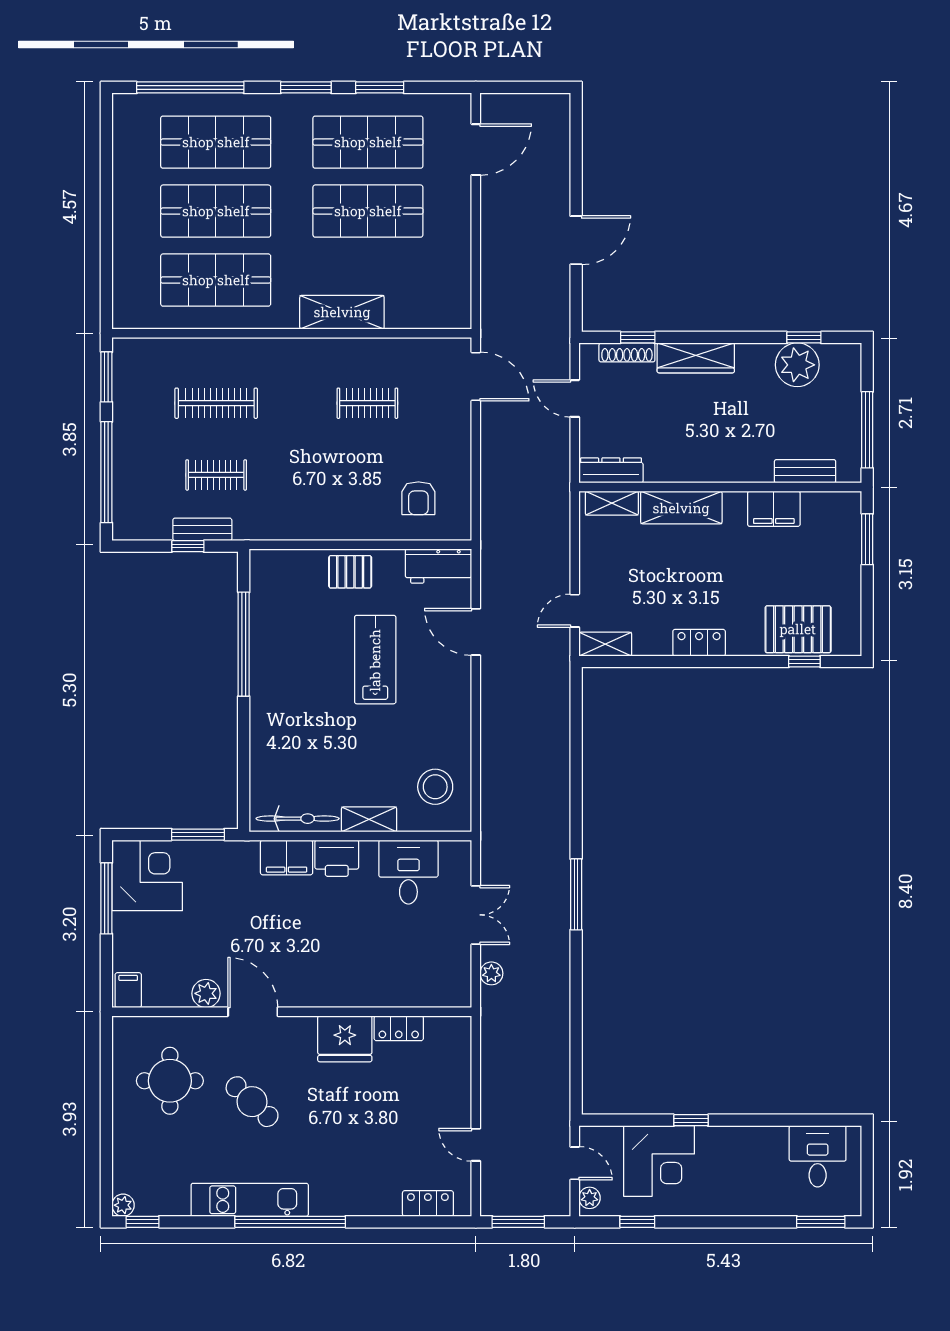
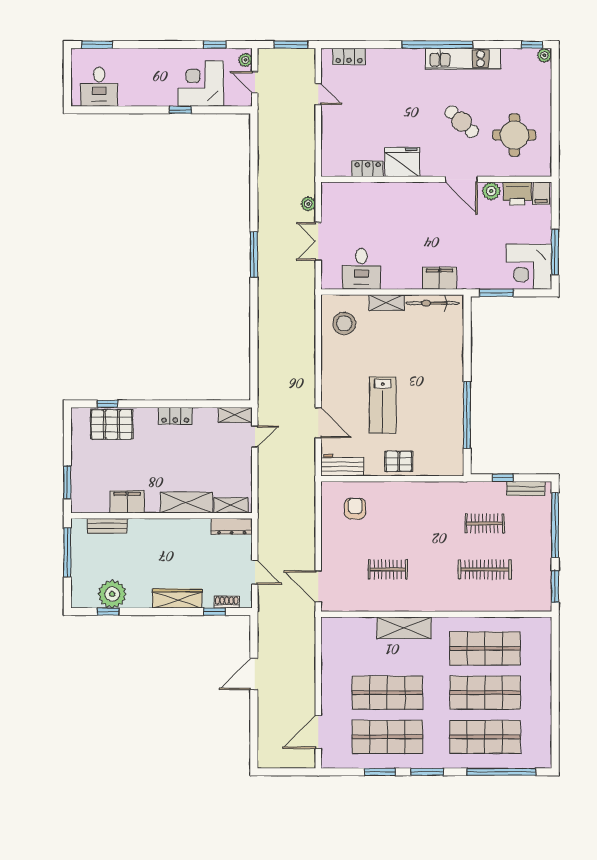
shoe rack: (627, 352) -> (227, 602), width x0.70
bench: (202, 529) -> (526, 489), moved
printer: (337, 858) -> (517, 194), moved, turned 180

